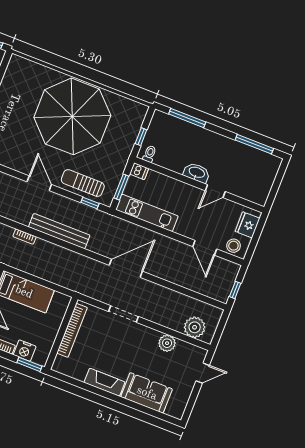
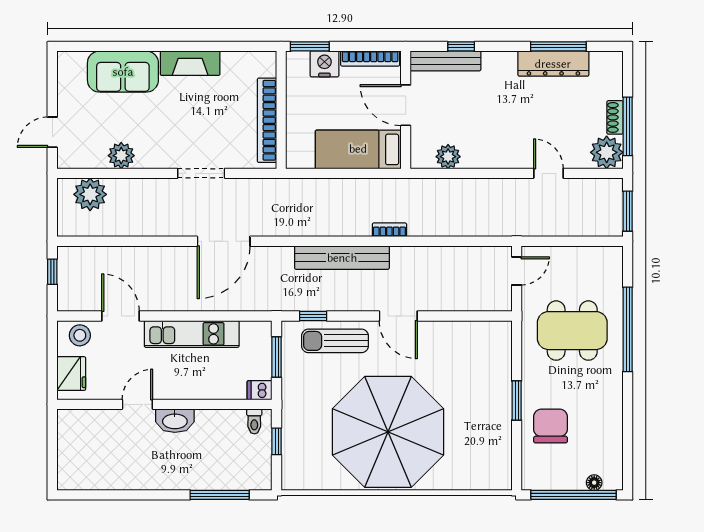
window: (254, 144) -> (107, 495), removed
sun lounger: (83, 183) -> (335, 341), turned 180
kitchen unit: (147, 213) -> (192, 334), moved

